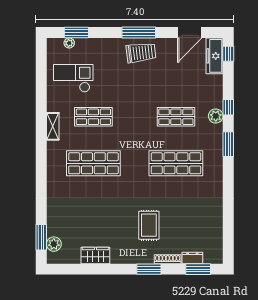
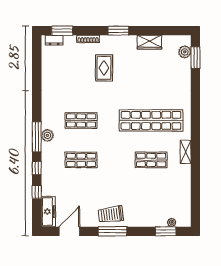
window: (228, 54) -> (37, 192), moved
checkout: (73, 78) -> (168, 193), removed
plant: (216, 116) -> (47, 135), moved
window: (228, 144) -> (37, 137), width x1.44
shop shelf: (93, 163) -> (151, 120), width x1.40
shop shelf: (176, 163) -> (81, 120), width x0.70, depth x0.74
dresser: (192, 258) -> (54, 40), moved
window: (149, 269) -> (118, 31), moved

